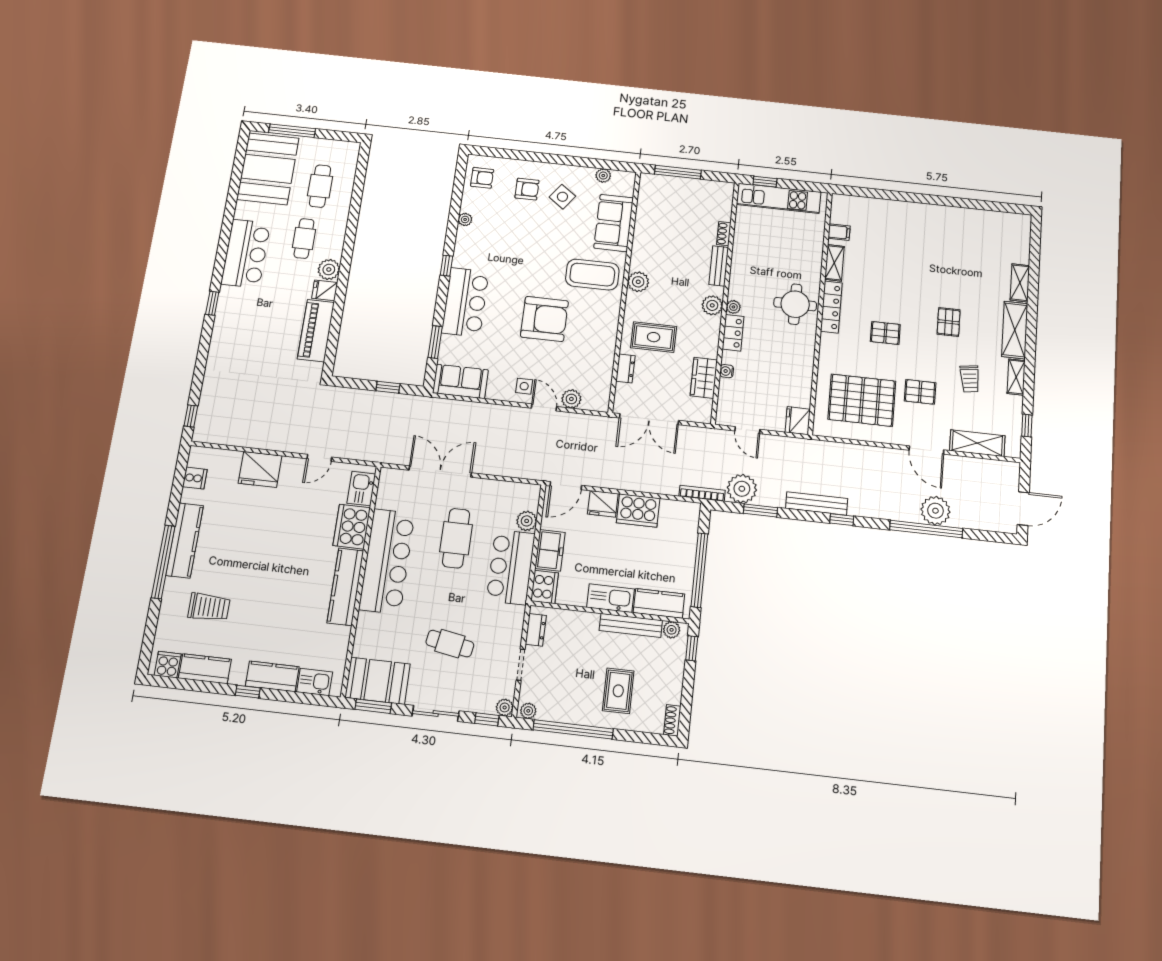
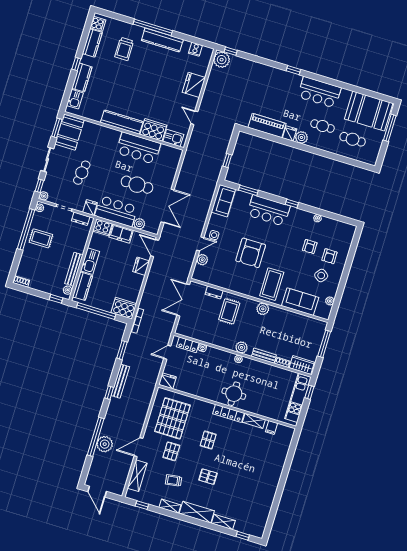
armchair: (482, 178) -> (310, 247), moved
window: (1035, 247) -> (243, 536), added
locker: (733, 333) -> (188, 345), moved
wardrobe: (704, 378) -> (302, 365), moved
double door: (440, 471) -> (168, 206), moved
plant: (742, 489) -> (222, 60), moved
cooker: (638, 511) -> (124, 308), moved, turned 90
bar counter: (387, 561) -> (138, 148), width x0.73
fridge: (512, 616) -> (90, 208), added
rug: (618, 691) -> (41, 238), moved

